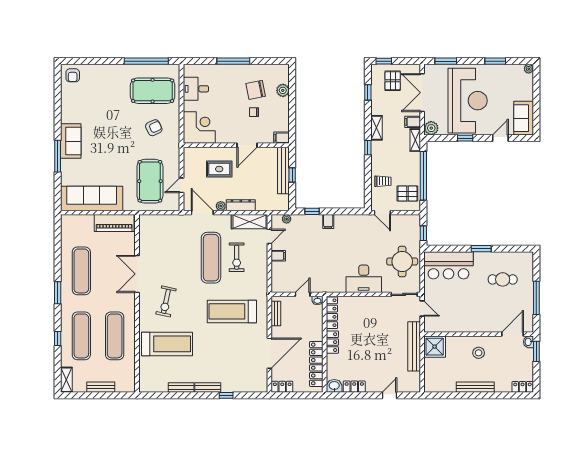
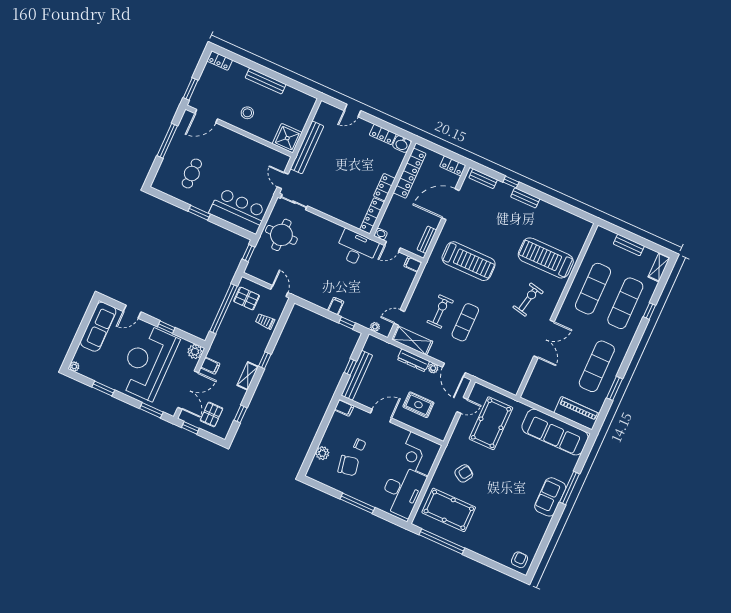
window: (384, 61) -> (190, 428), moved
desk: (196, 89) -> (402, 491), width x1.87, depth x1.30
sofa: (524, 118) -> (98, 327), width x1.36
armchair: (154, 128) -> (464, 473), turned 148
shelving: (415, 140) -> (216, 347), removed
piano: (114, 223) -> (577, 413), moved
filing cabinet: (278, 256) -> (413, 264), moved
exercise mat: (211, 258) -> (465, 322), width x0.73, depth x0.69
desk: (364, 279) -> (357, 249), moved
cafe table: (503, 279) -> (192, 173), turned 90
window: (58, 293) -> (614, 388), moved
washbasin: (528, 342) -> (194, 102), removed
bench: (181, 388) -> (483, 179), moved

